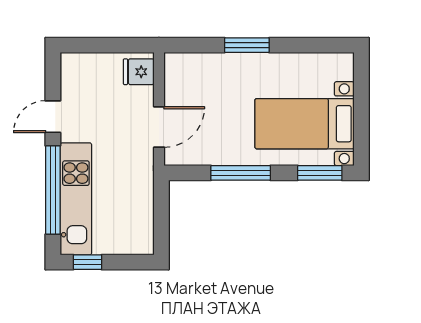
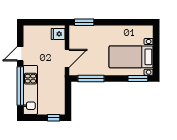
window: (247, 45) -> (84, 22), moved
window: (241, 173) -> (91, 79), moved
window: (88, 262) -> (54, 118), moved

